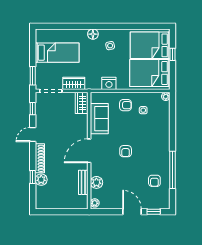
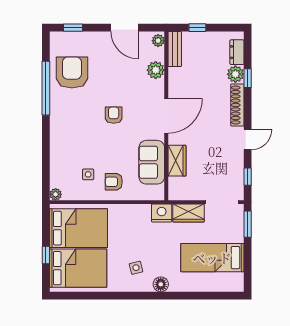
nightstand: (109, 83) -> (162, 213), moved
wardrobe: (82, 103) -> (177, 161), moved
armchair: (154, 181) -> (72, 72), width x1.88, depth x1.88
bench: (83, 182) -> (175, 49), moved
dresser: (40, 195) -> (237, 52), added
window: (68, 212) -> (197, 28), added
door: (132, 212) -> (124, 28), moved

